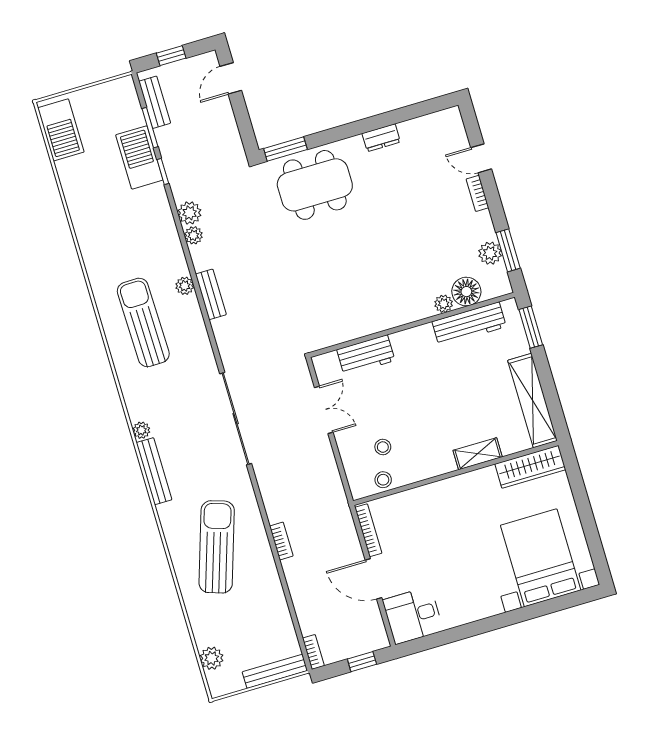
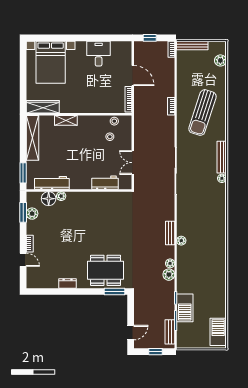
sun lounger: (143, 322) -> (206, 229), removed
desk: (413, 615) -> (99, 54), moved, turned -90

